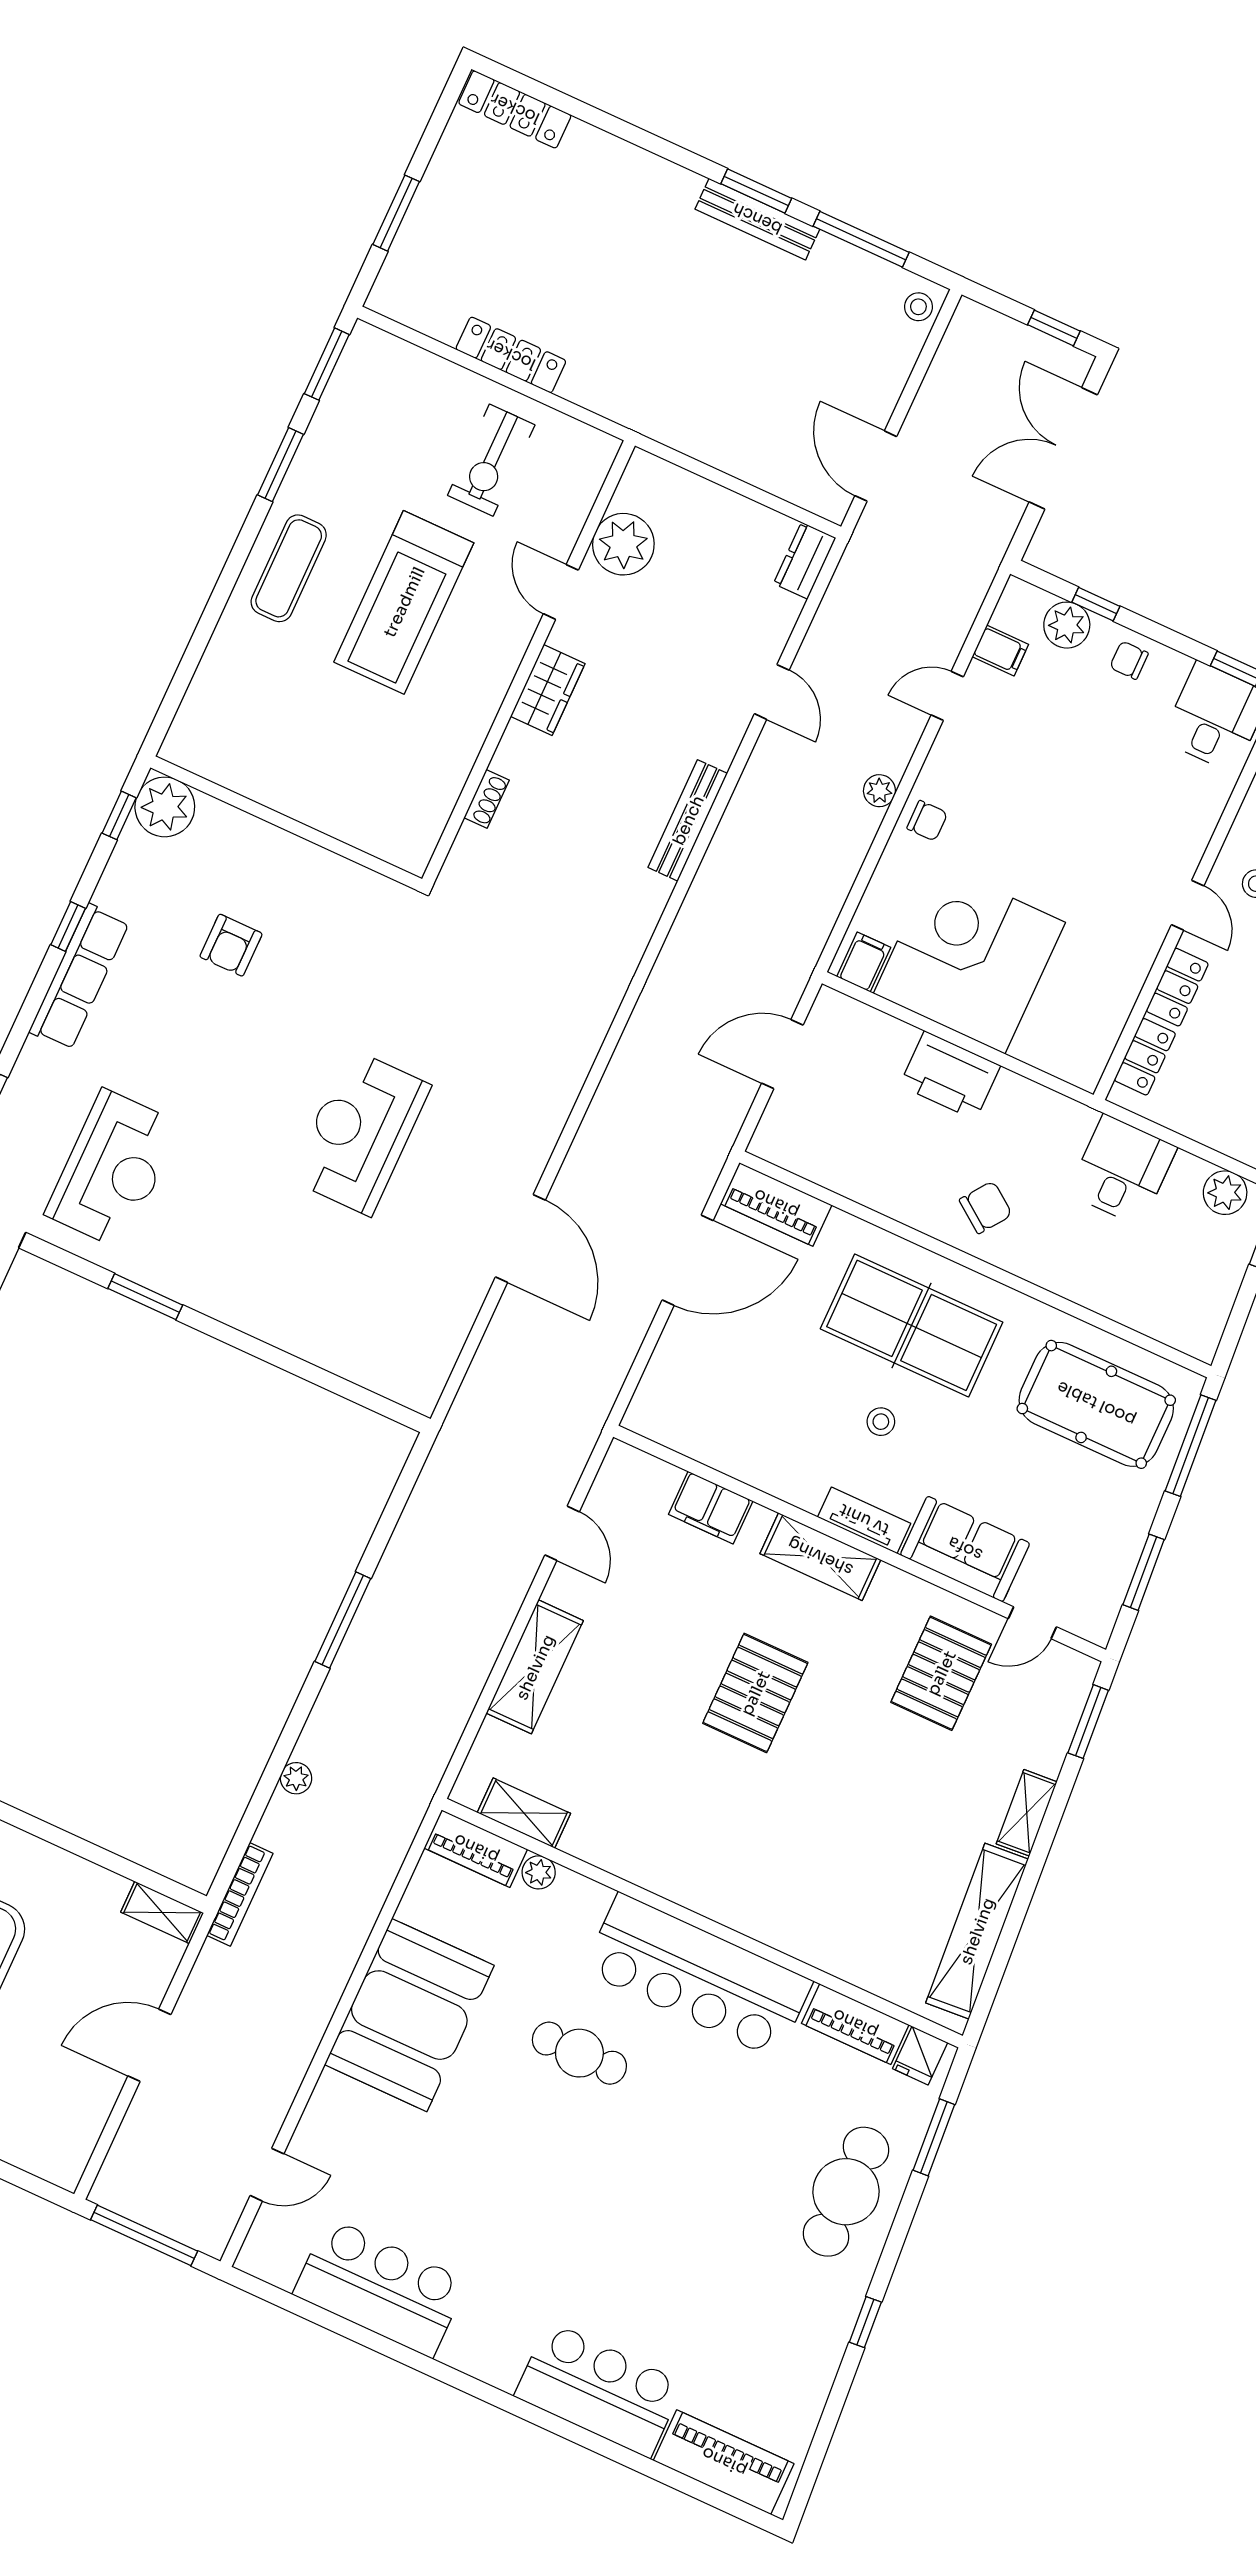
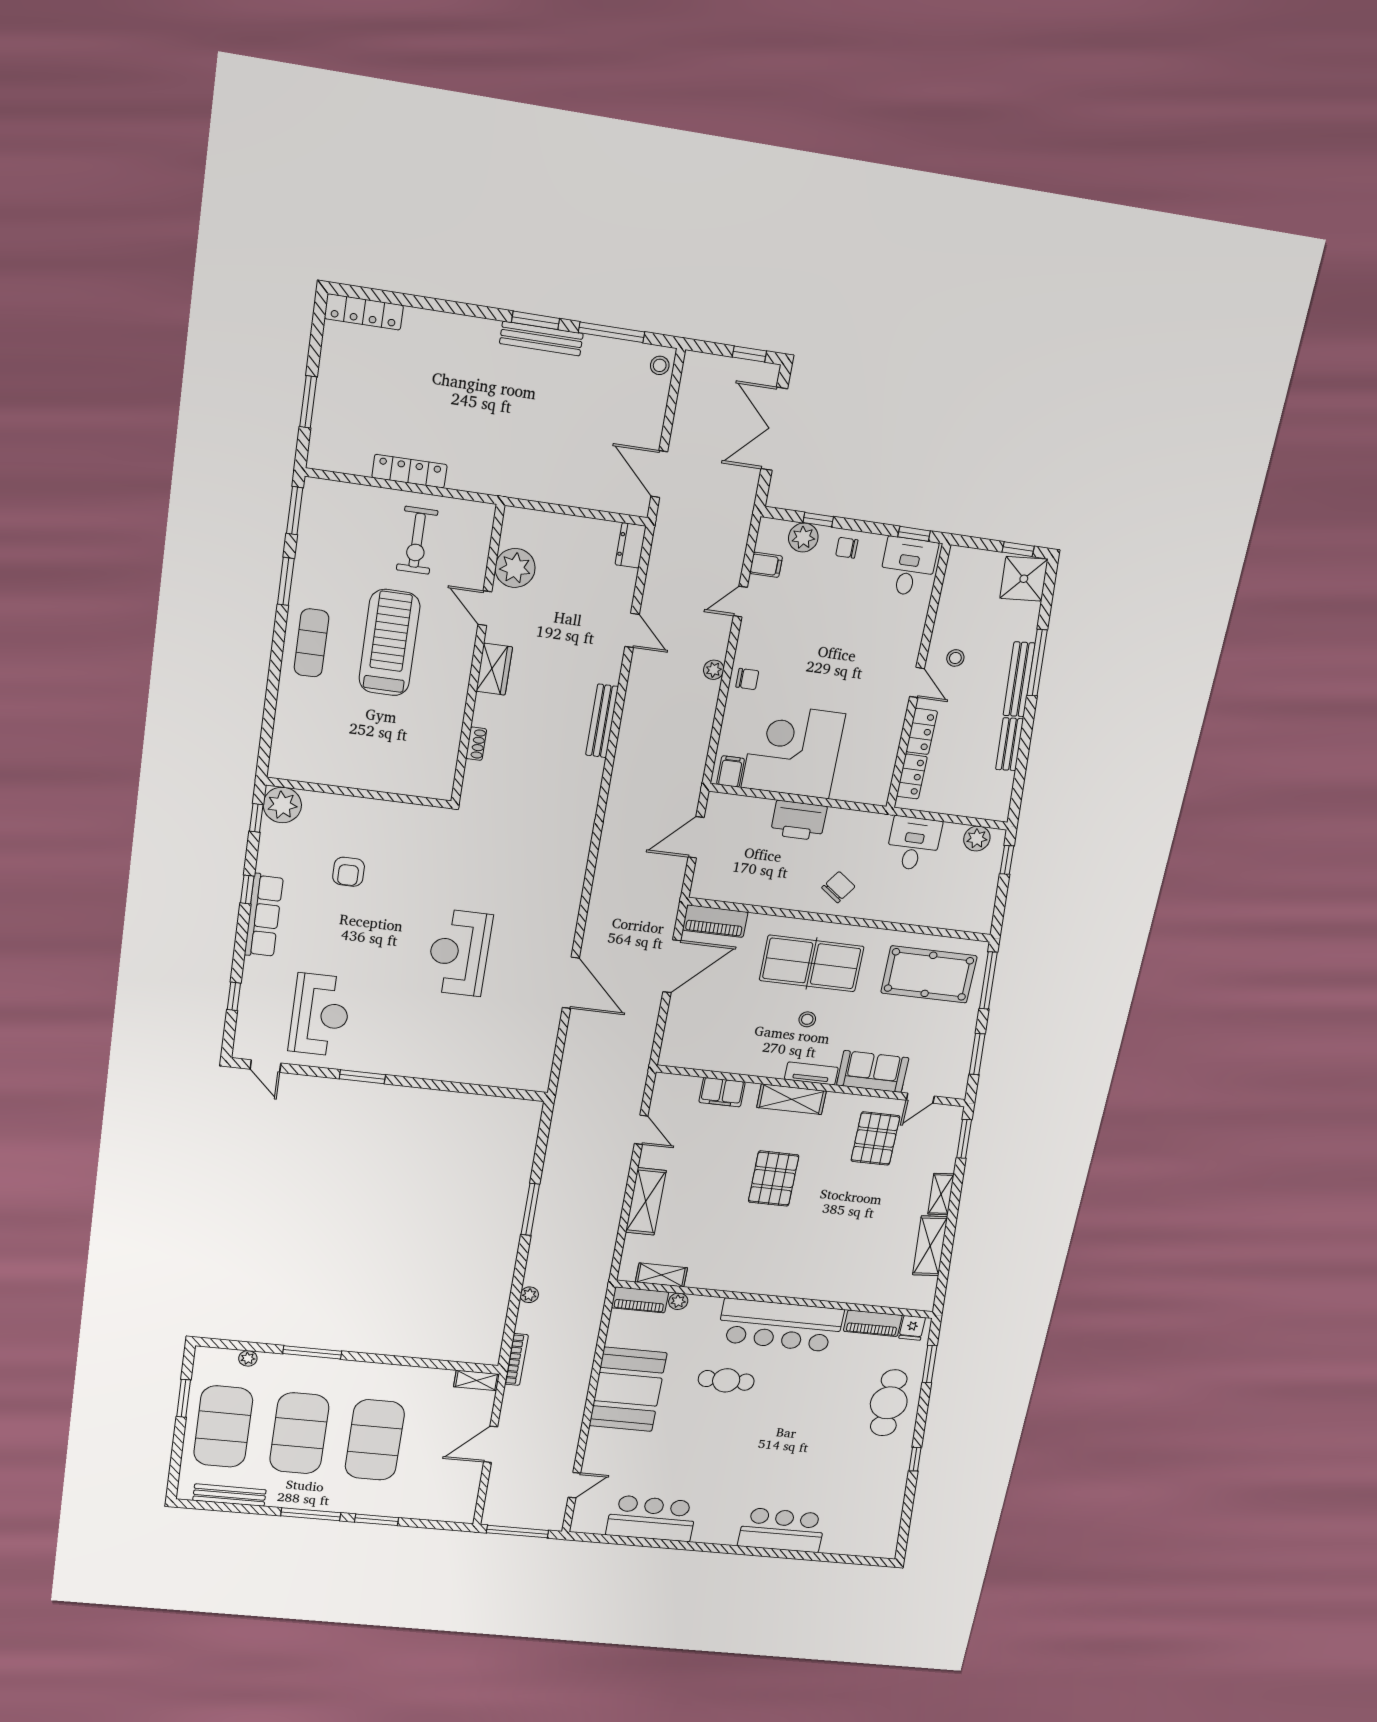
treadmill: (404, 602) -> (389, 643), turned 180
shelving: (977, 1931) -> (930, 1246), width x0.68
piano: (724, 2462) -> (857, 1543), removed

